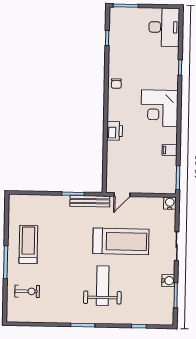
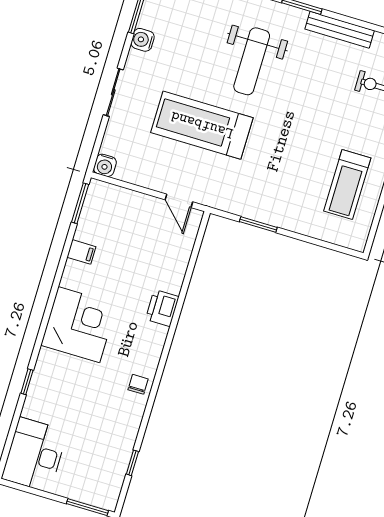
door: (122, 195) -> (179, 201), swing flipped
bench: (90, 201) -> (340, 30), moved
treadmill: (28, 244) -> (347, 185), moved

